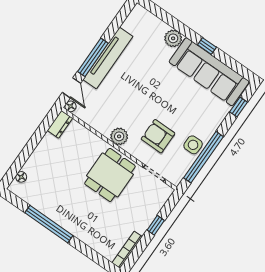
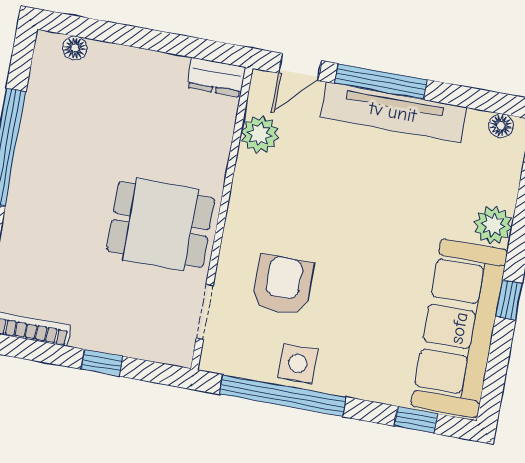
floor lamp: (71, 106) -> (501, 126), moved
plant: (119, 136) -> (260, 134), moved

